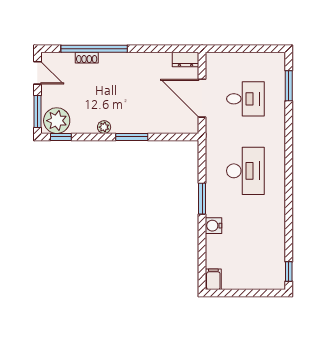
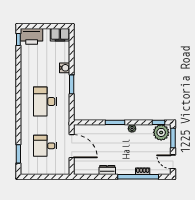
dresser: (186, 59) -> (107, 170), moved
printer: (267, 277) -> (32, 36), added
filing cabinet: (213, 279) -> (60, 35), width x2.00

